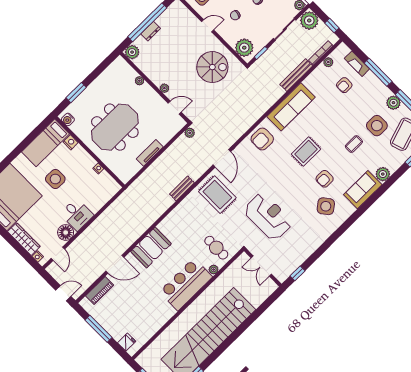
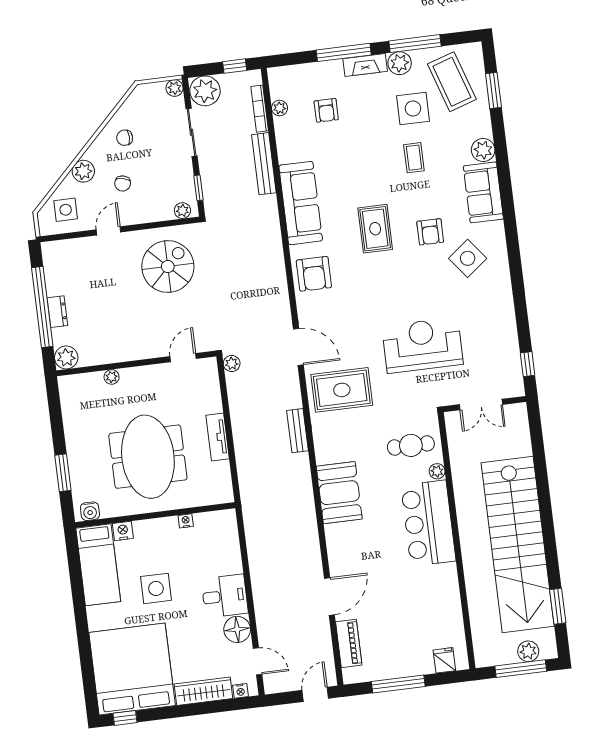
plant: (244, 48) -> (182, 211), width x0.53, depth x0.53
fireplace: (357, 64) -> (365, 65), moved
plant: (164, 88) -> (147, 351), removed
booth: (151, 248) -> (339, 493), moved

